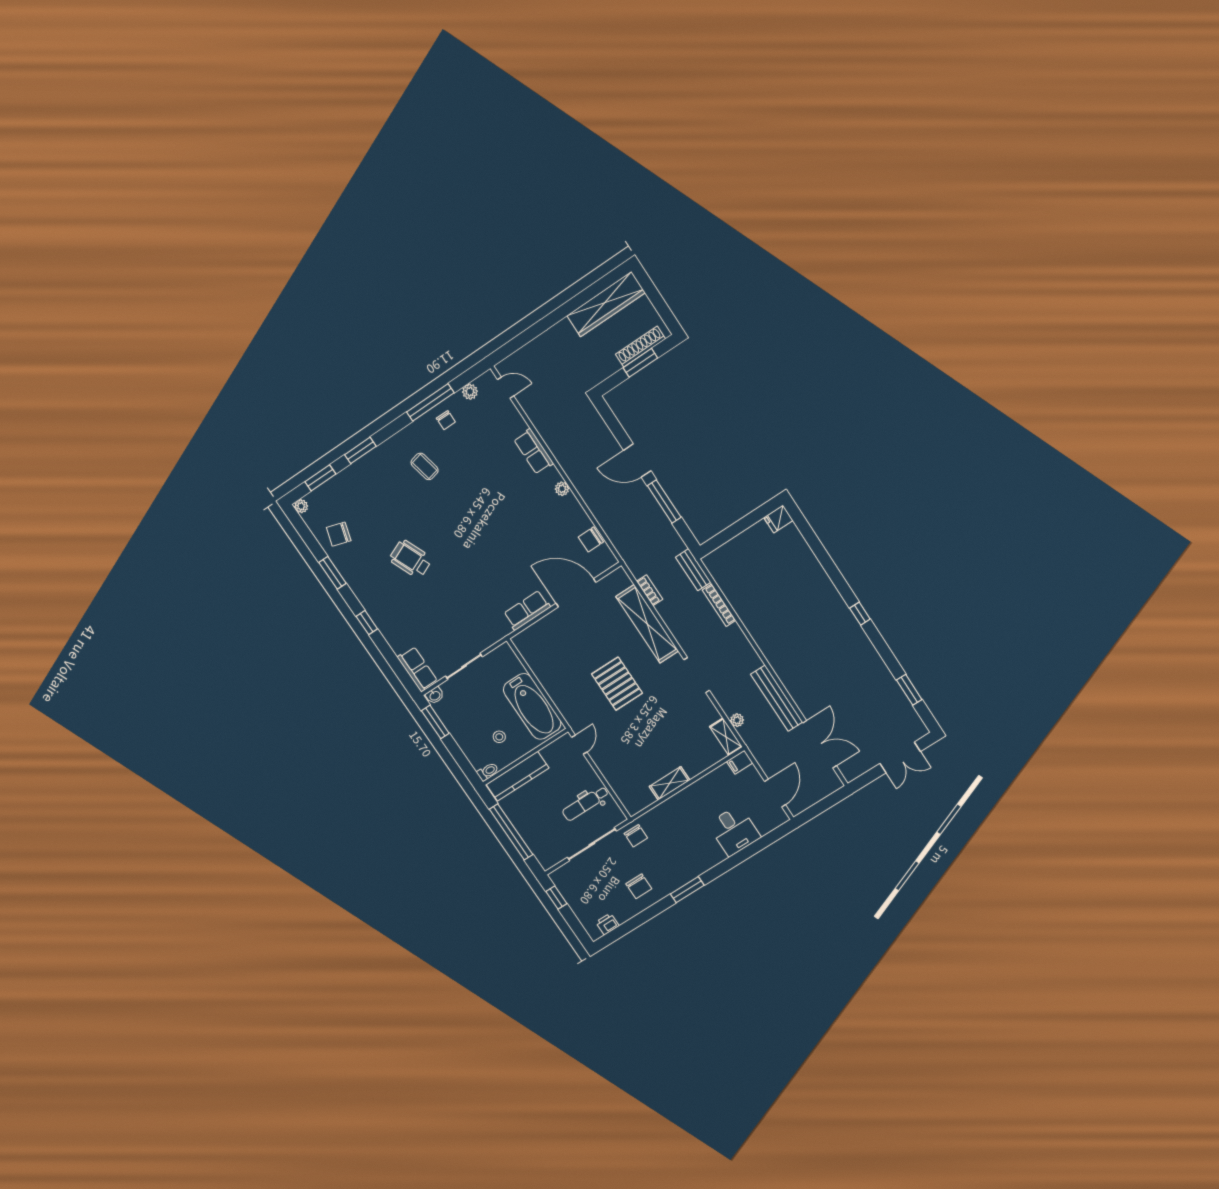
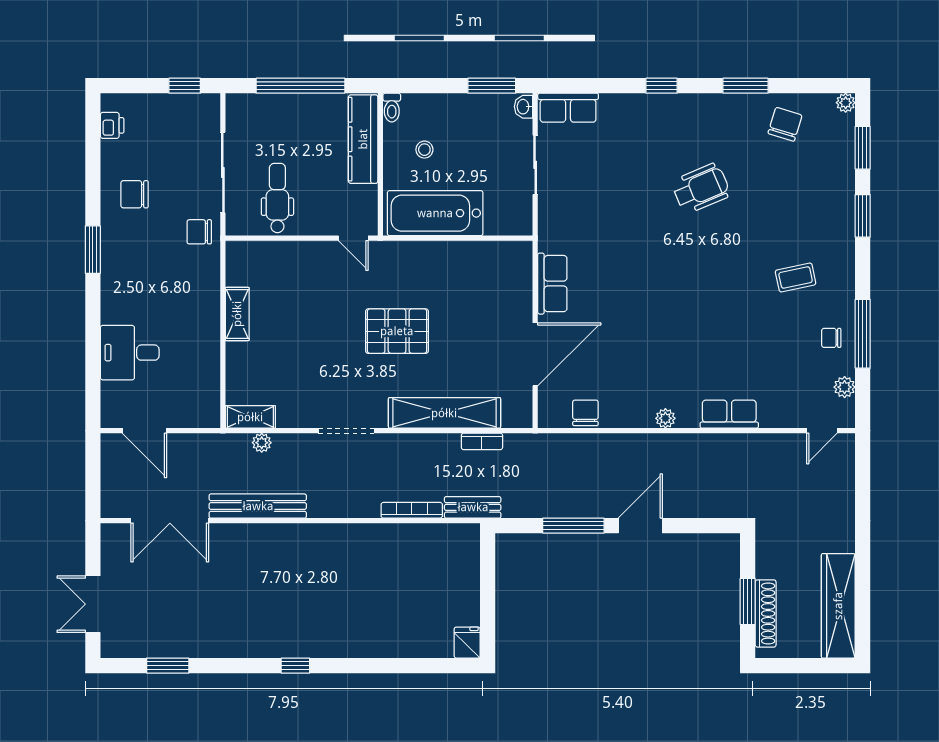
filing cabinet: (740, 762) -> (209, 413), removed

